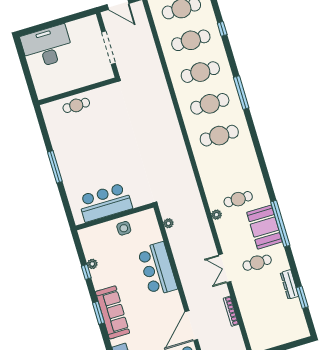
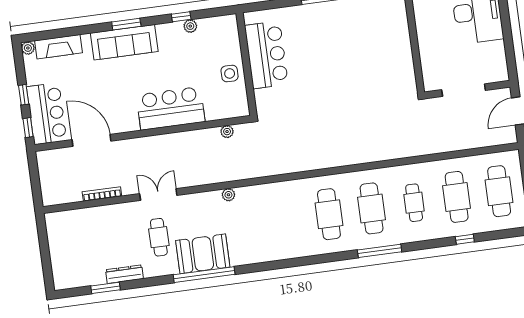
cafe table: (200, 72) -> (414, 203), width x0.73, depth x0.74
cafe table: (76, 105) -> (396, 37), removed
cafe table: (238, 199) -> (244, 226), removed

